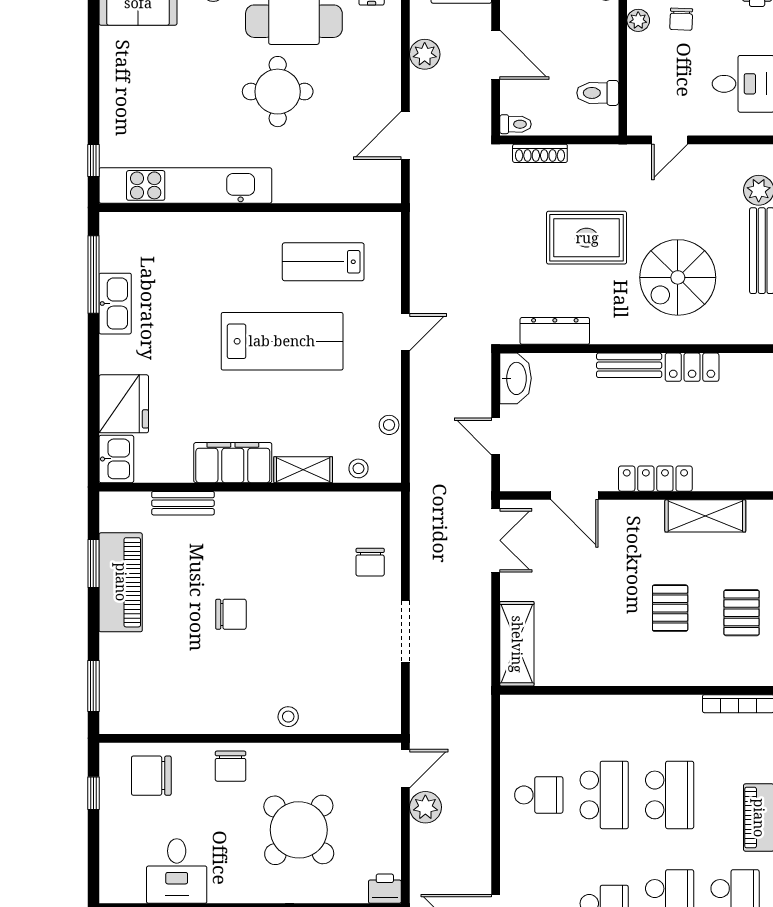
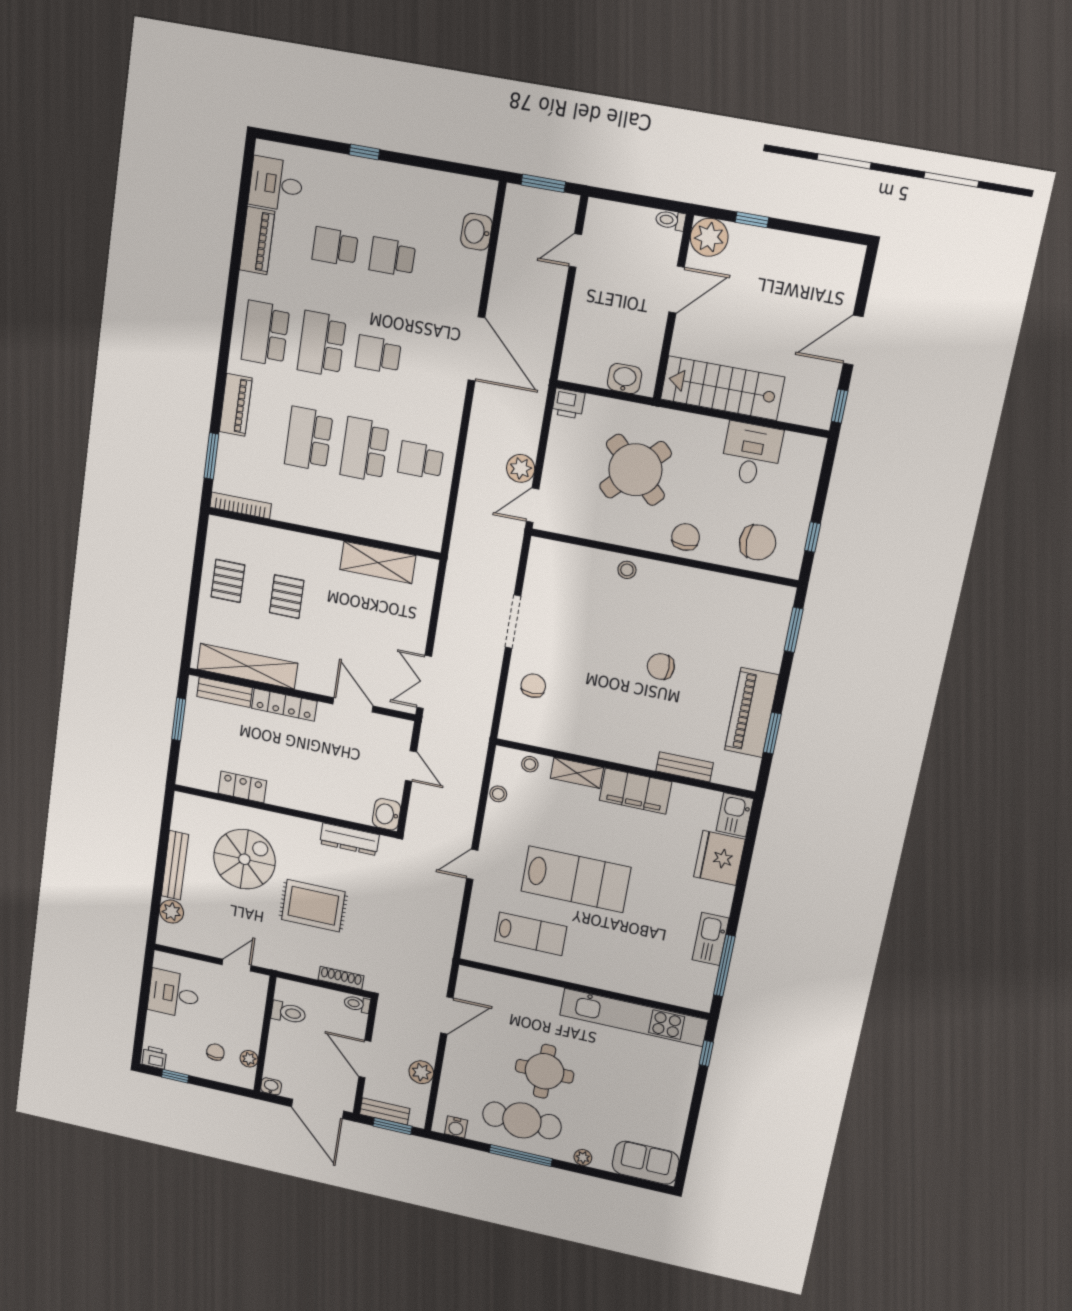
lab bench: (282, 341) -> (576, 879), turned 180
bench: (629, 365) -> (225, 692), moved
washbasin: (516, 378) -> (387, 814), width x0.72
shelving: (705, 516) -> (247, 666), width x1.47
shelving: (517, 644) -> (378, 562), moved, turned 90

